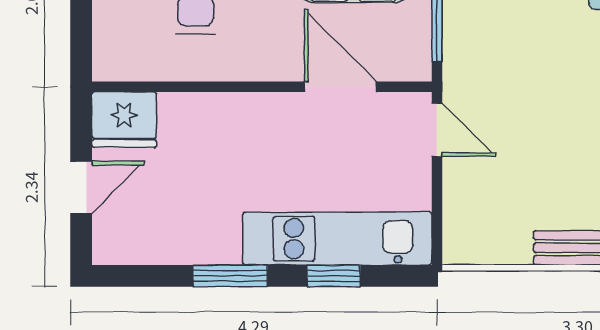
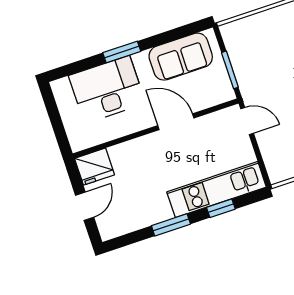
door: (341, 87) -> (176, 122), moved

